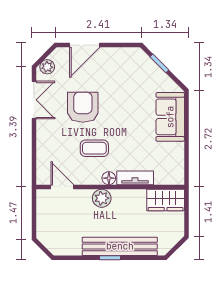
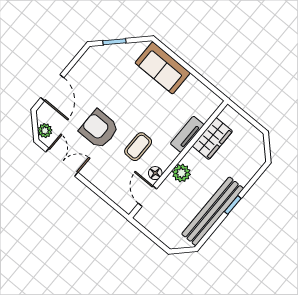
floor lamp: (109, 178) -> (155, 173), moved
door: (62, 187) -> (147, 196), hinge flipped
wardrobe: (166, 200) -> (212, 139), moved
bench: (120, 246) -> (213, 211), moved

